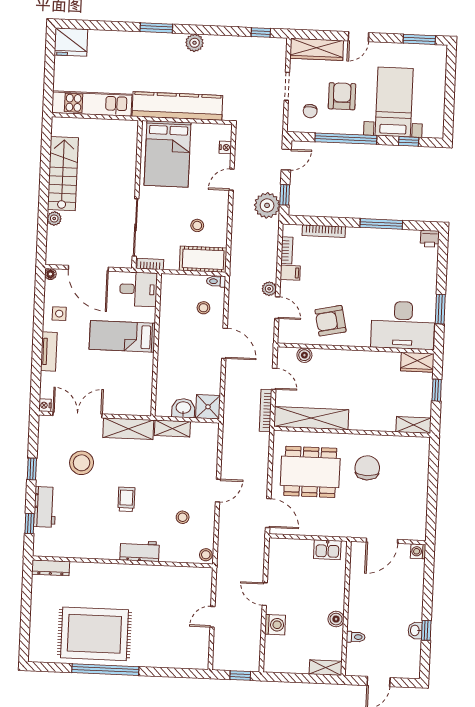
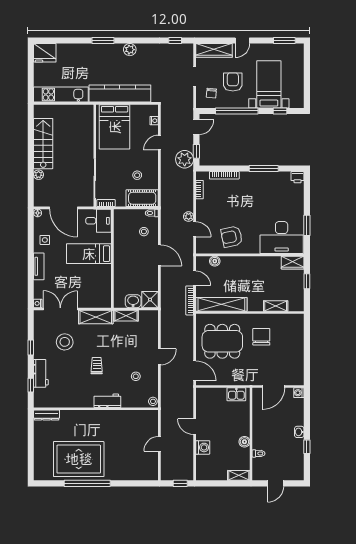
filing cabinet: (290, 273) -> (202, 205), removed
shelving: (414, 425) -> (276, 306), moved
washbasin: (415, 630) -> (299, 432), moved

